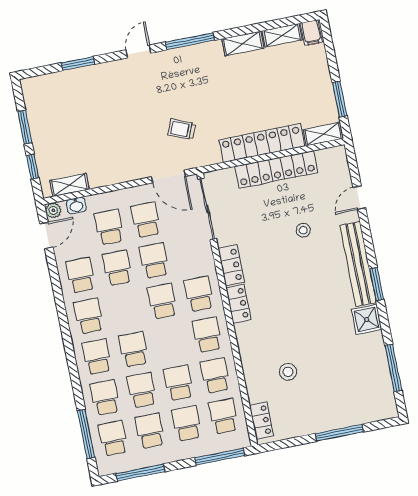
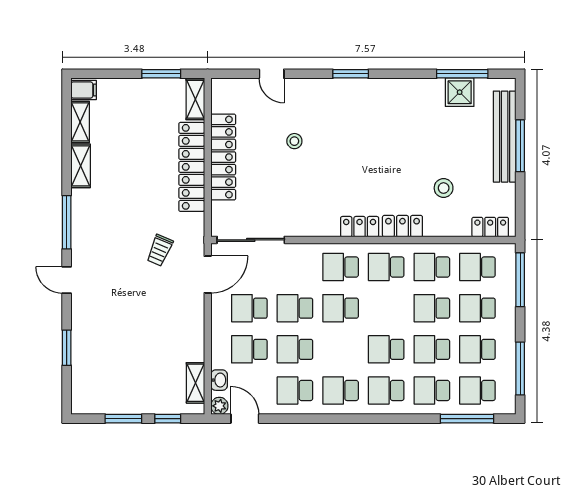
bench: (358, 264) -> (505, 137), moved, turned 90
locker: (231, 265) -> (402, 226), moved
window: (377, 284) -> (351, 74), moved
shower: (367, 319) -> (460, 92), moved

